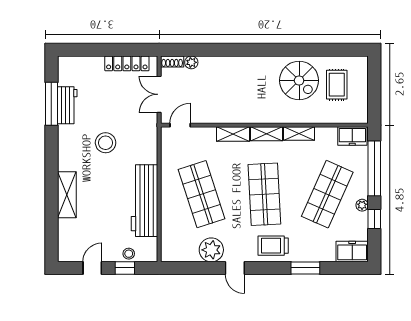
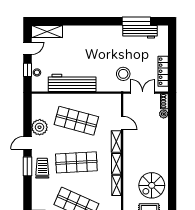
workbench: (67, 105) -> (140, 32), width x1.37
door: (180, 125) -> (122, 123), moved
stool: (106, 143) -> (123, 74), moved
shop shelf: (201, 194) -> (76, 121), turned 33
shelving: (67, 195) -> (47, 31), moved
door: (92, 268) -> (27, 48), hinge flipped
window: (305, 268) -> (27, 166), moved

